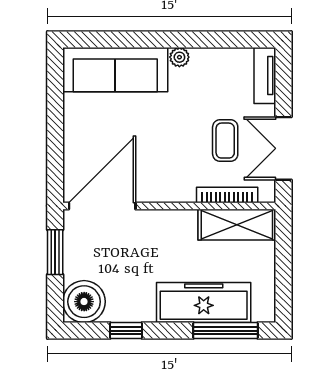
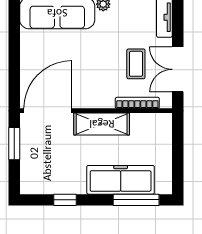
shelving: (237, 225) -> (102, 124), moved
boiler: (84, 302) -> (35, 179), removed

